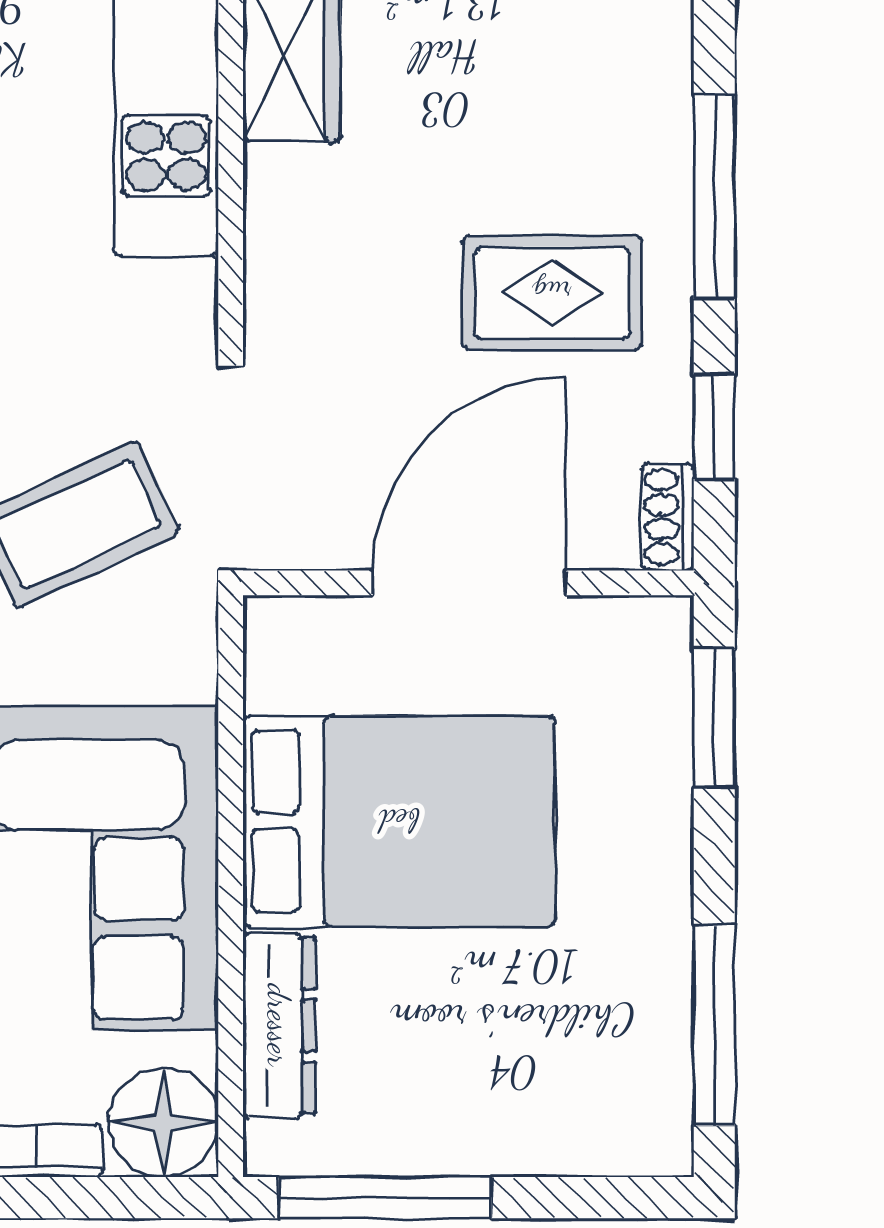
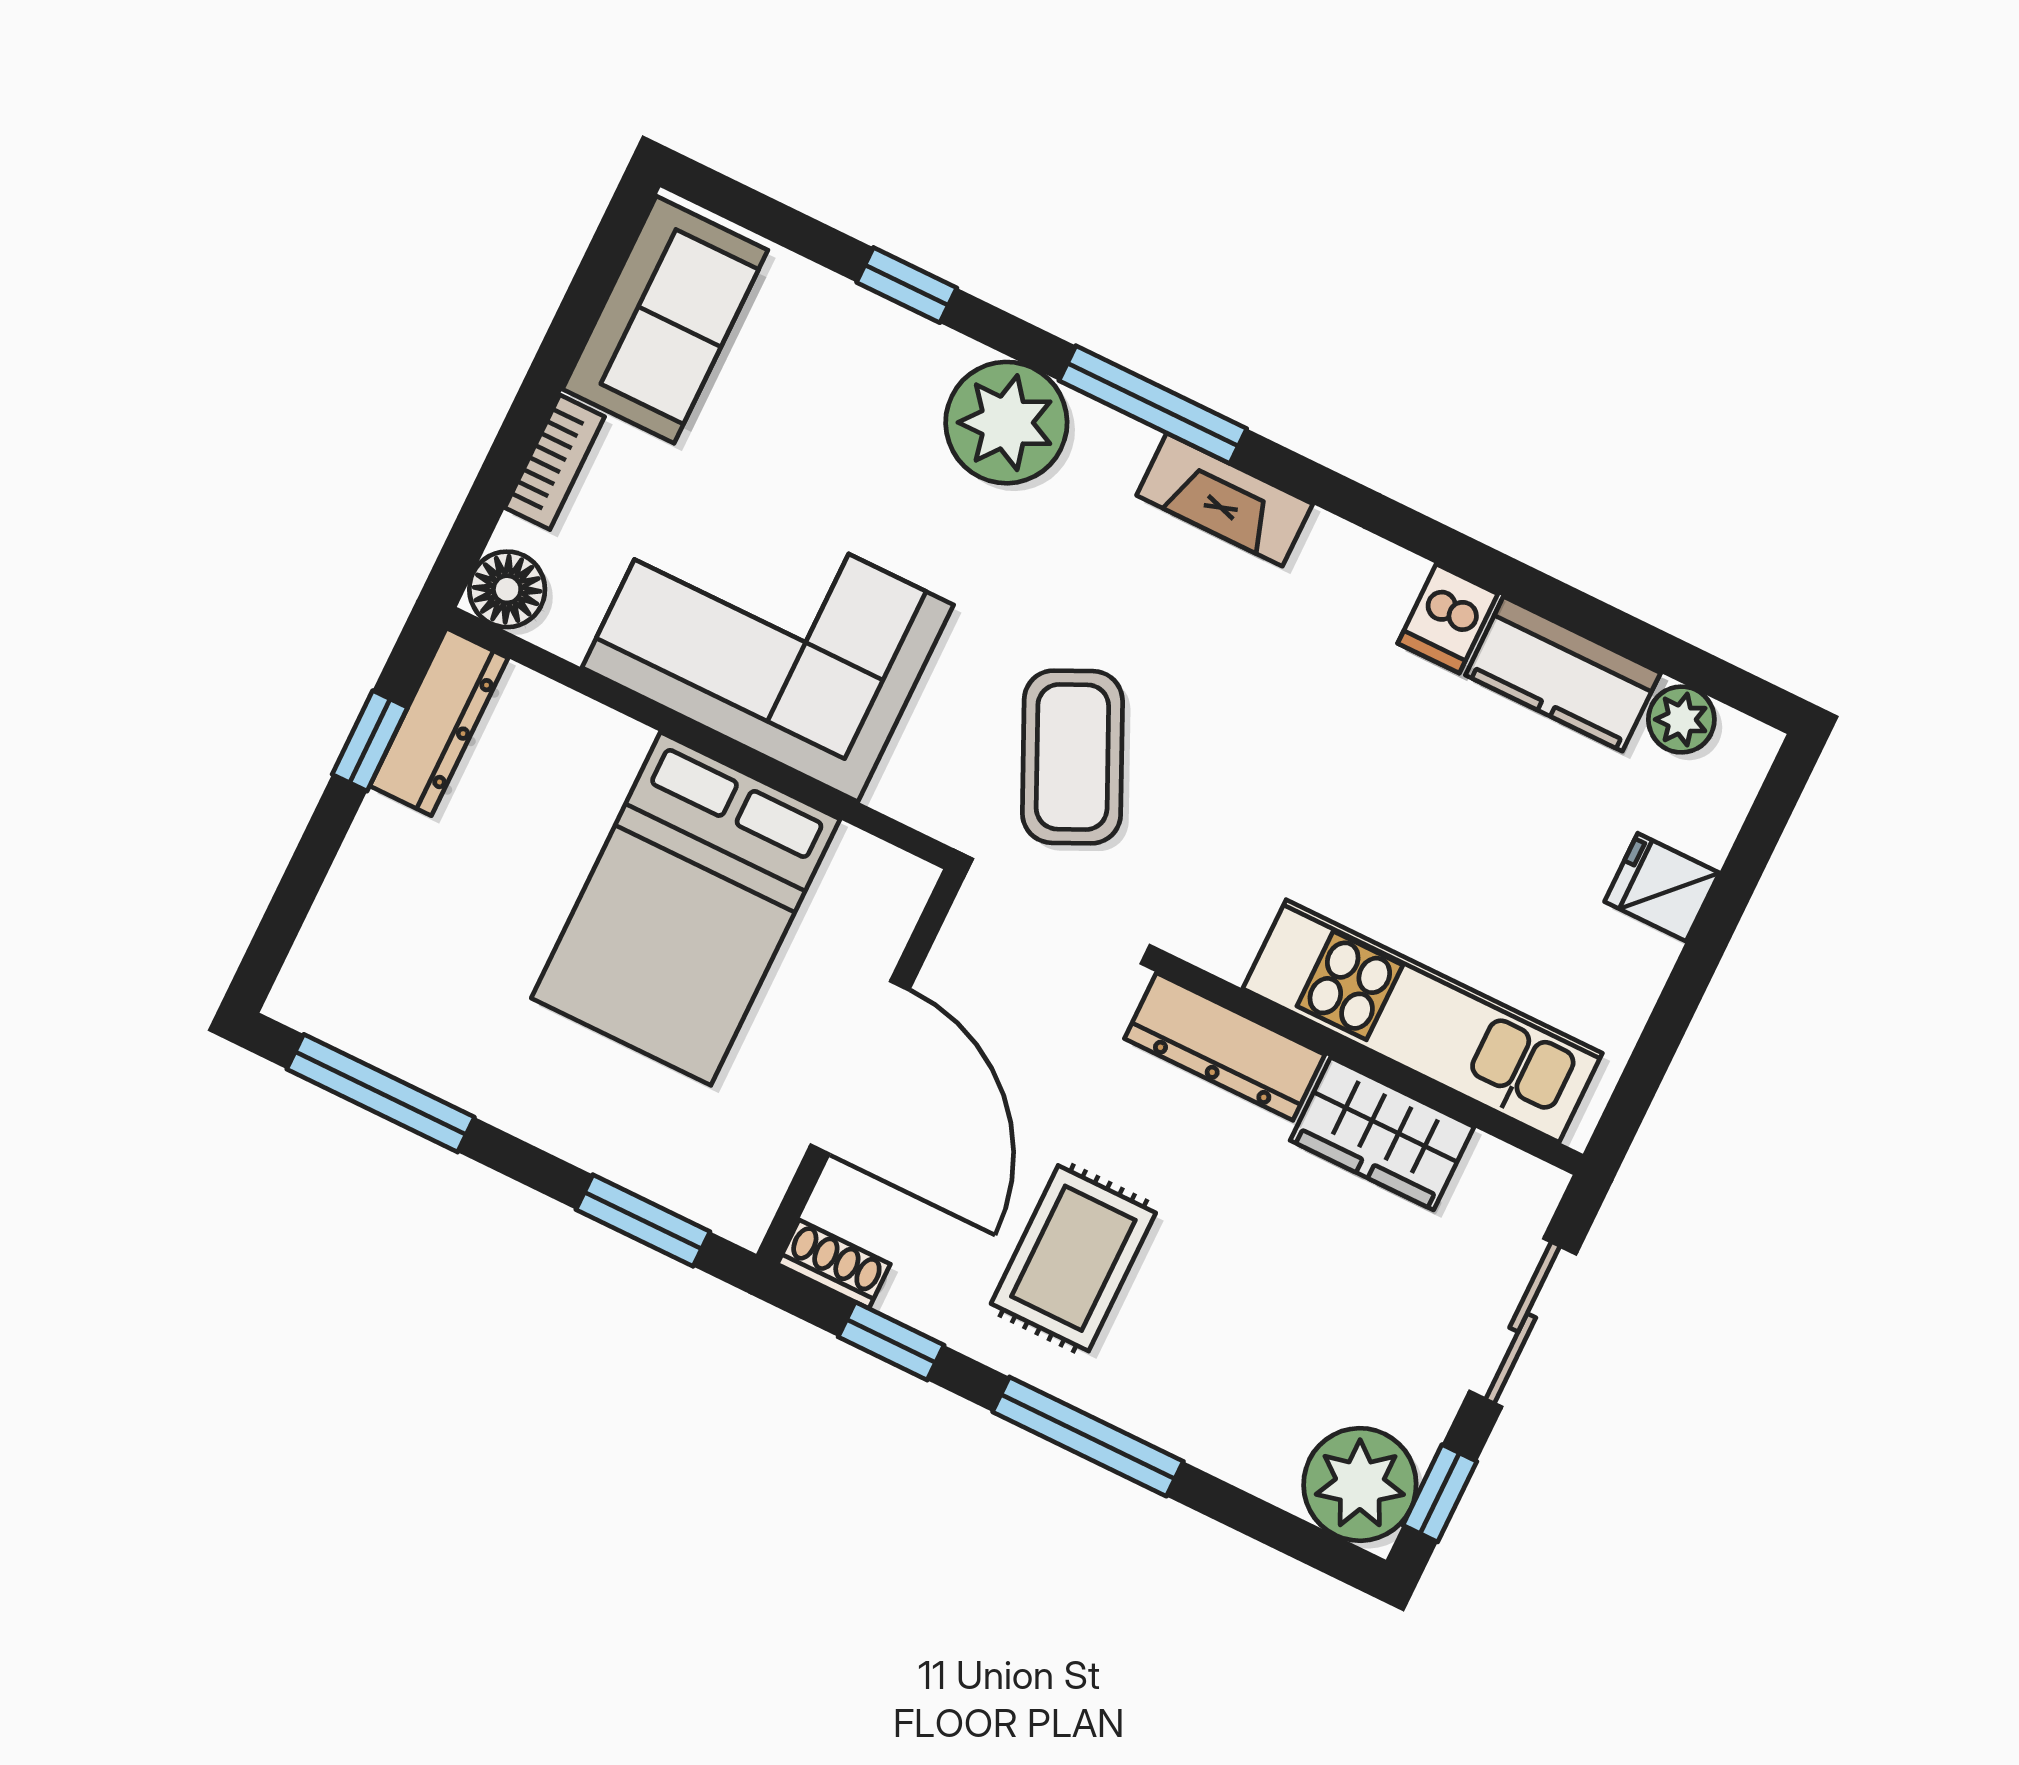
dresser: (282, 247) -> (1225, 1047), added
dresser: (279, 1025) -> (439, 722), moved, turned -90
floor lamp: (163, 1122) -> (507, 589), width x0.73, depth x0.73
window: (385, 1198) -> (370, 741), width x0.46

